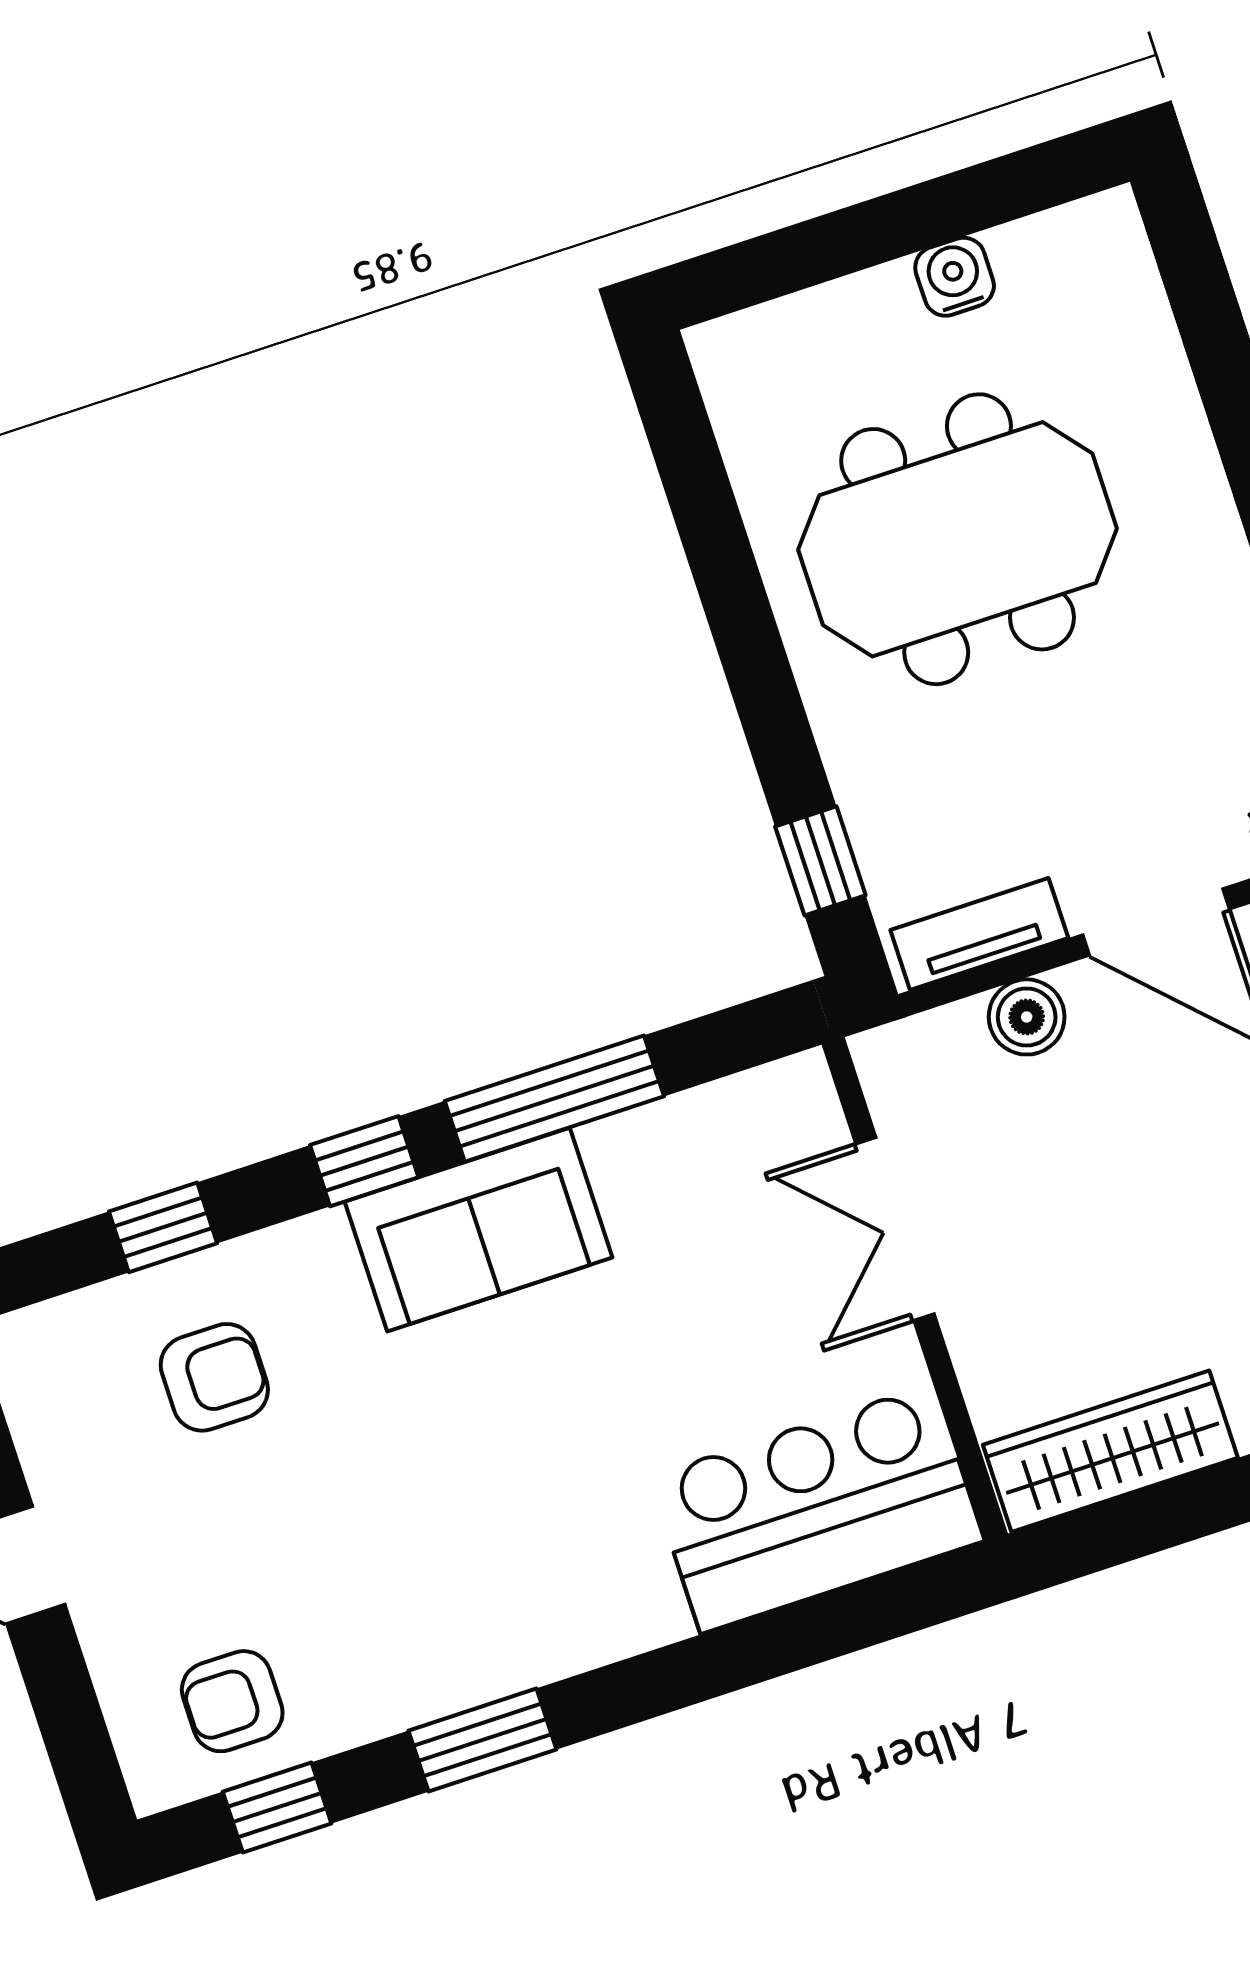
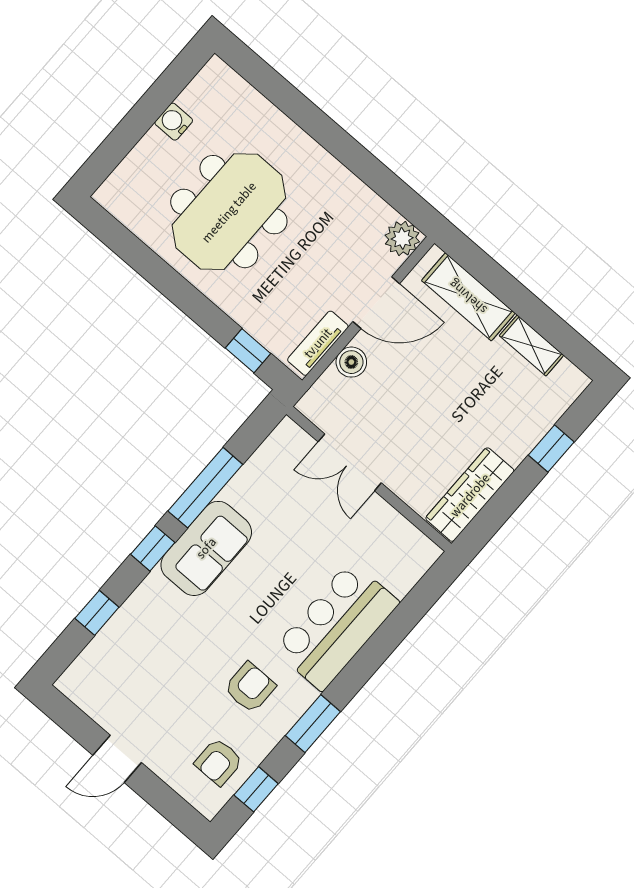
armchair: (214, 1377) -> (250, 687), moved
bar counter: (817, 1509) -> (336, 626), moved

